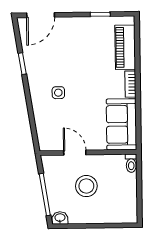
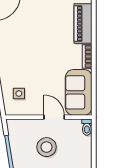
side table: (58, 93) -> (19, 94), moved
door: (75, 153) -> (54, 117), moved

